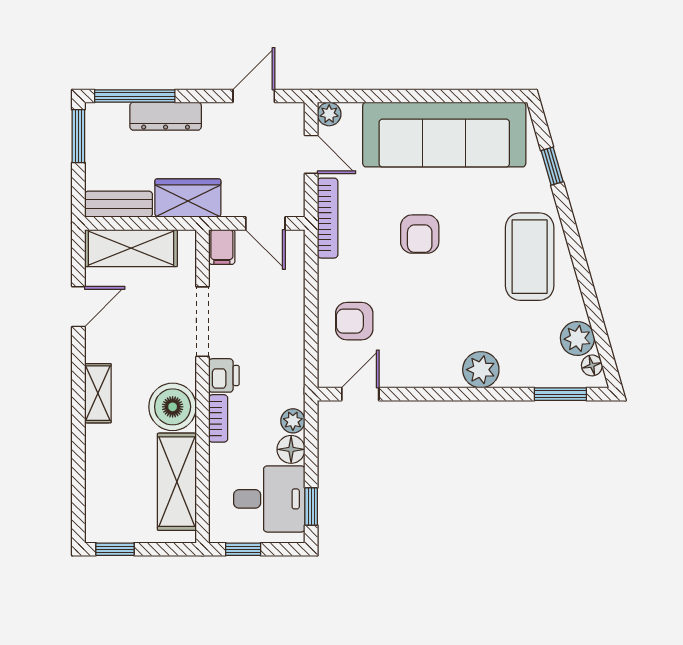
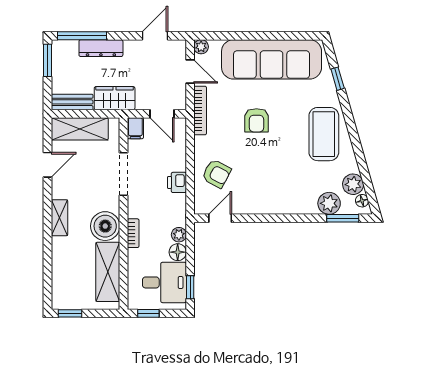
armchair: (354, 321) -> (216, 174), turned -152
plant: (481, 370) -> (329, 203), moved
printer: (224, 375) -> (177, 182), moved, turned 180

